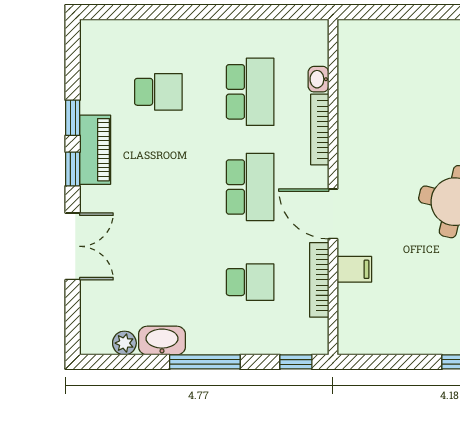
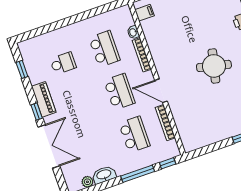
window: (73, 118) -> (22, 69), moved
double door: (73, 246) -> (49, 146), width x1.37
filing cabinet: (354, 269) -> (144, 13), moved
school desk: (250, 282) -> (134, 134), width x1.85
window: (205, 362) -> (138, 174), moved

